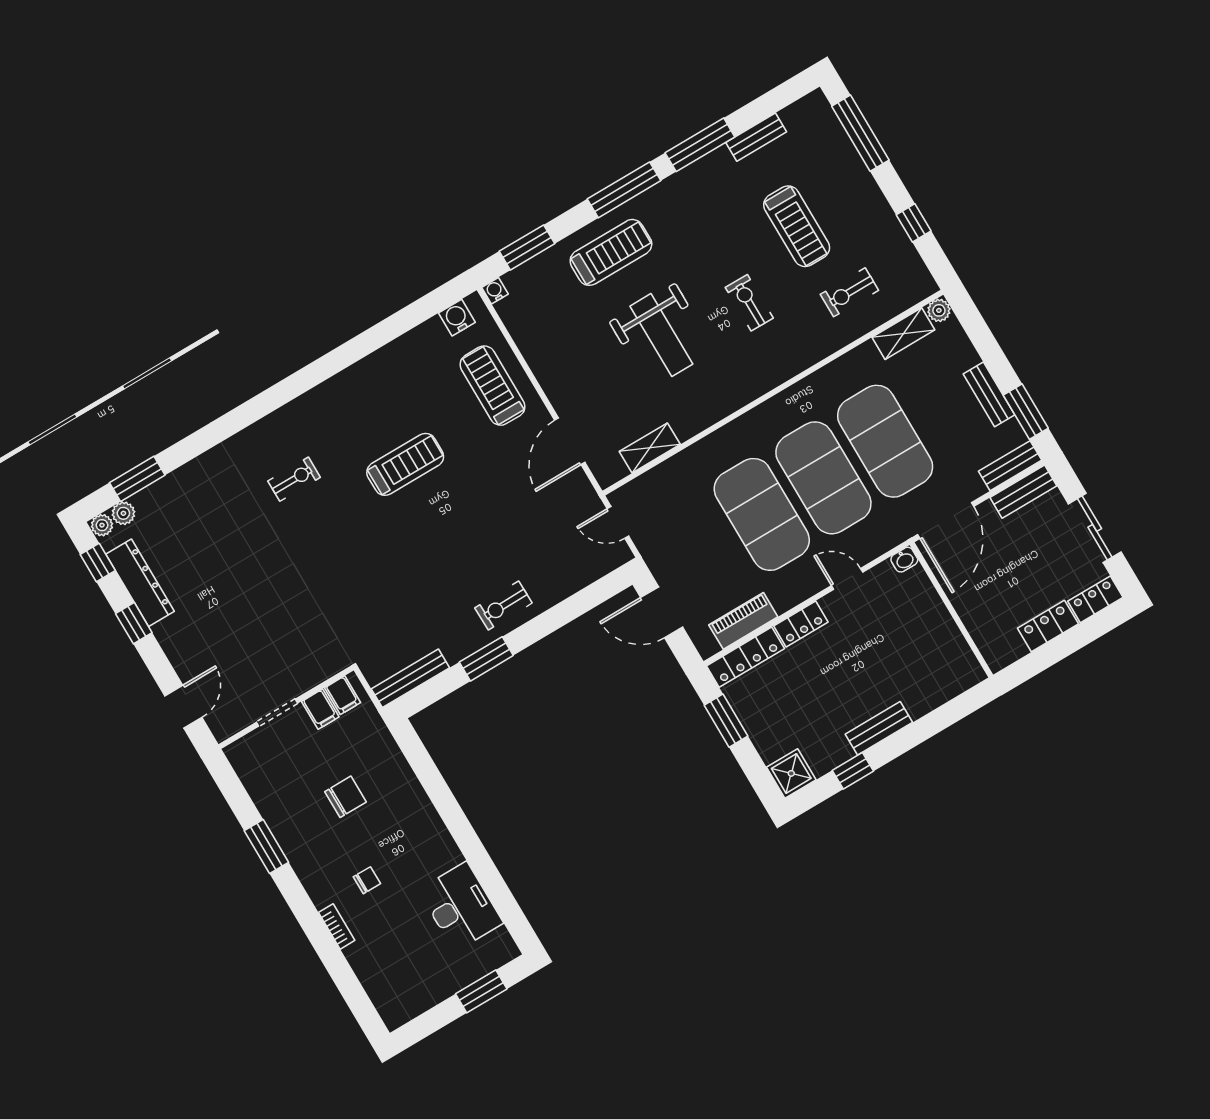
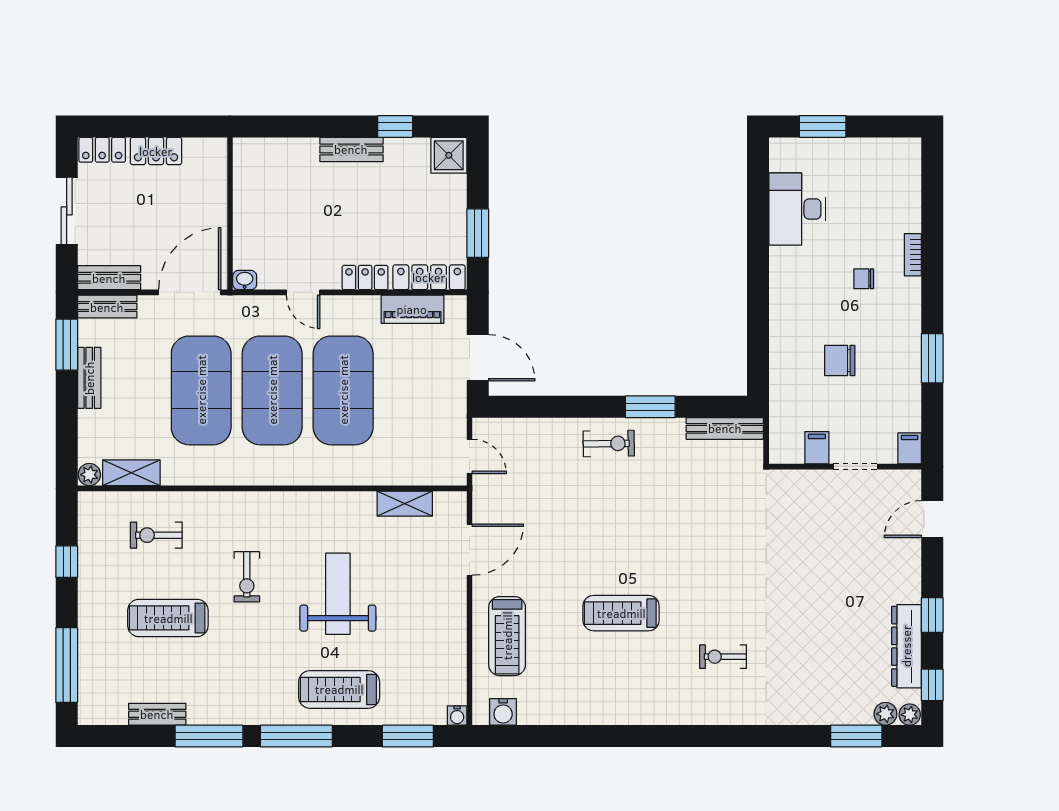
treadmill: (797, 226) -> (168, 618), turned -90
exercise bike: (849, 292) -> (156, 535), turned 180
filing cabinet: (343, 695) -> (910, 448), moved

